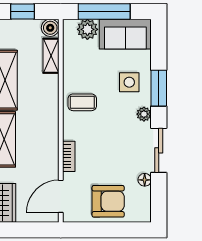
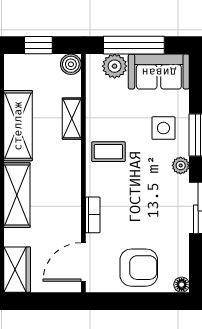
shelving: (51, 56) -> (72, 119), moved
floor lamp: (145, 180) -> (182, 285), moved

